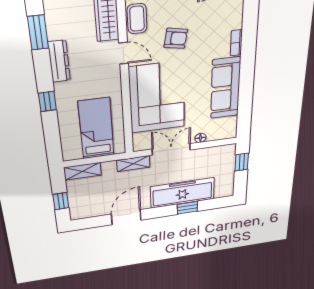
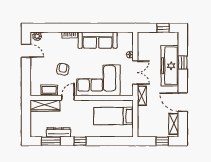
dresser: (59, 61) -> (58, 132), moved
window: (47, 101) -> (80, 141), moved
double door: (171, 149) -> (135, 73), swing flipped
window: (242, 162) -> (163, 28), moved
shelving: (83, 171) -> (174, 124), moved

